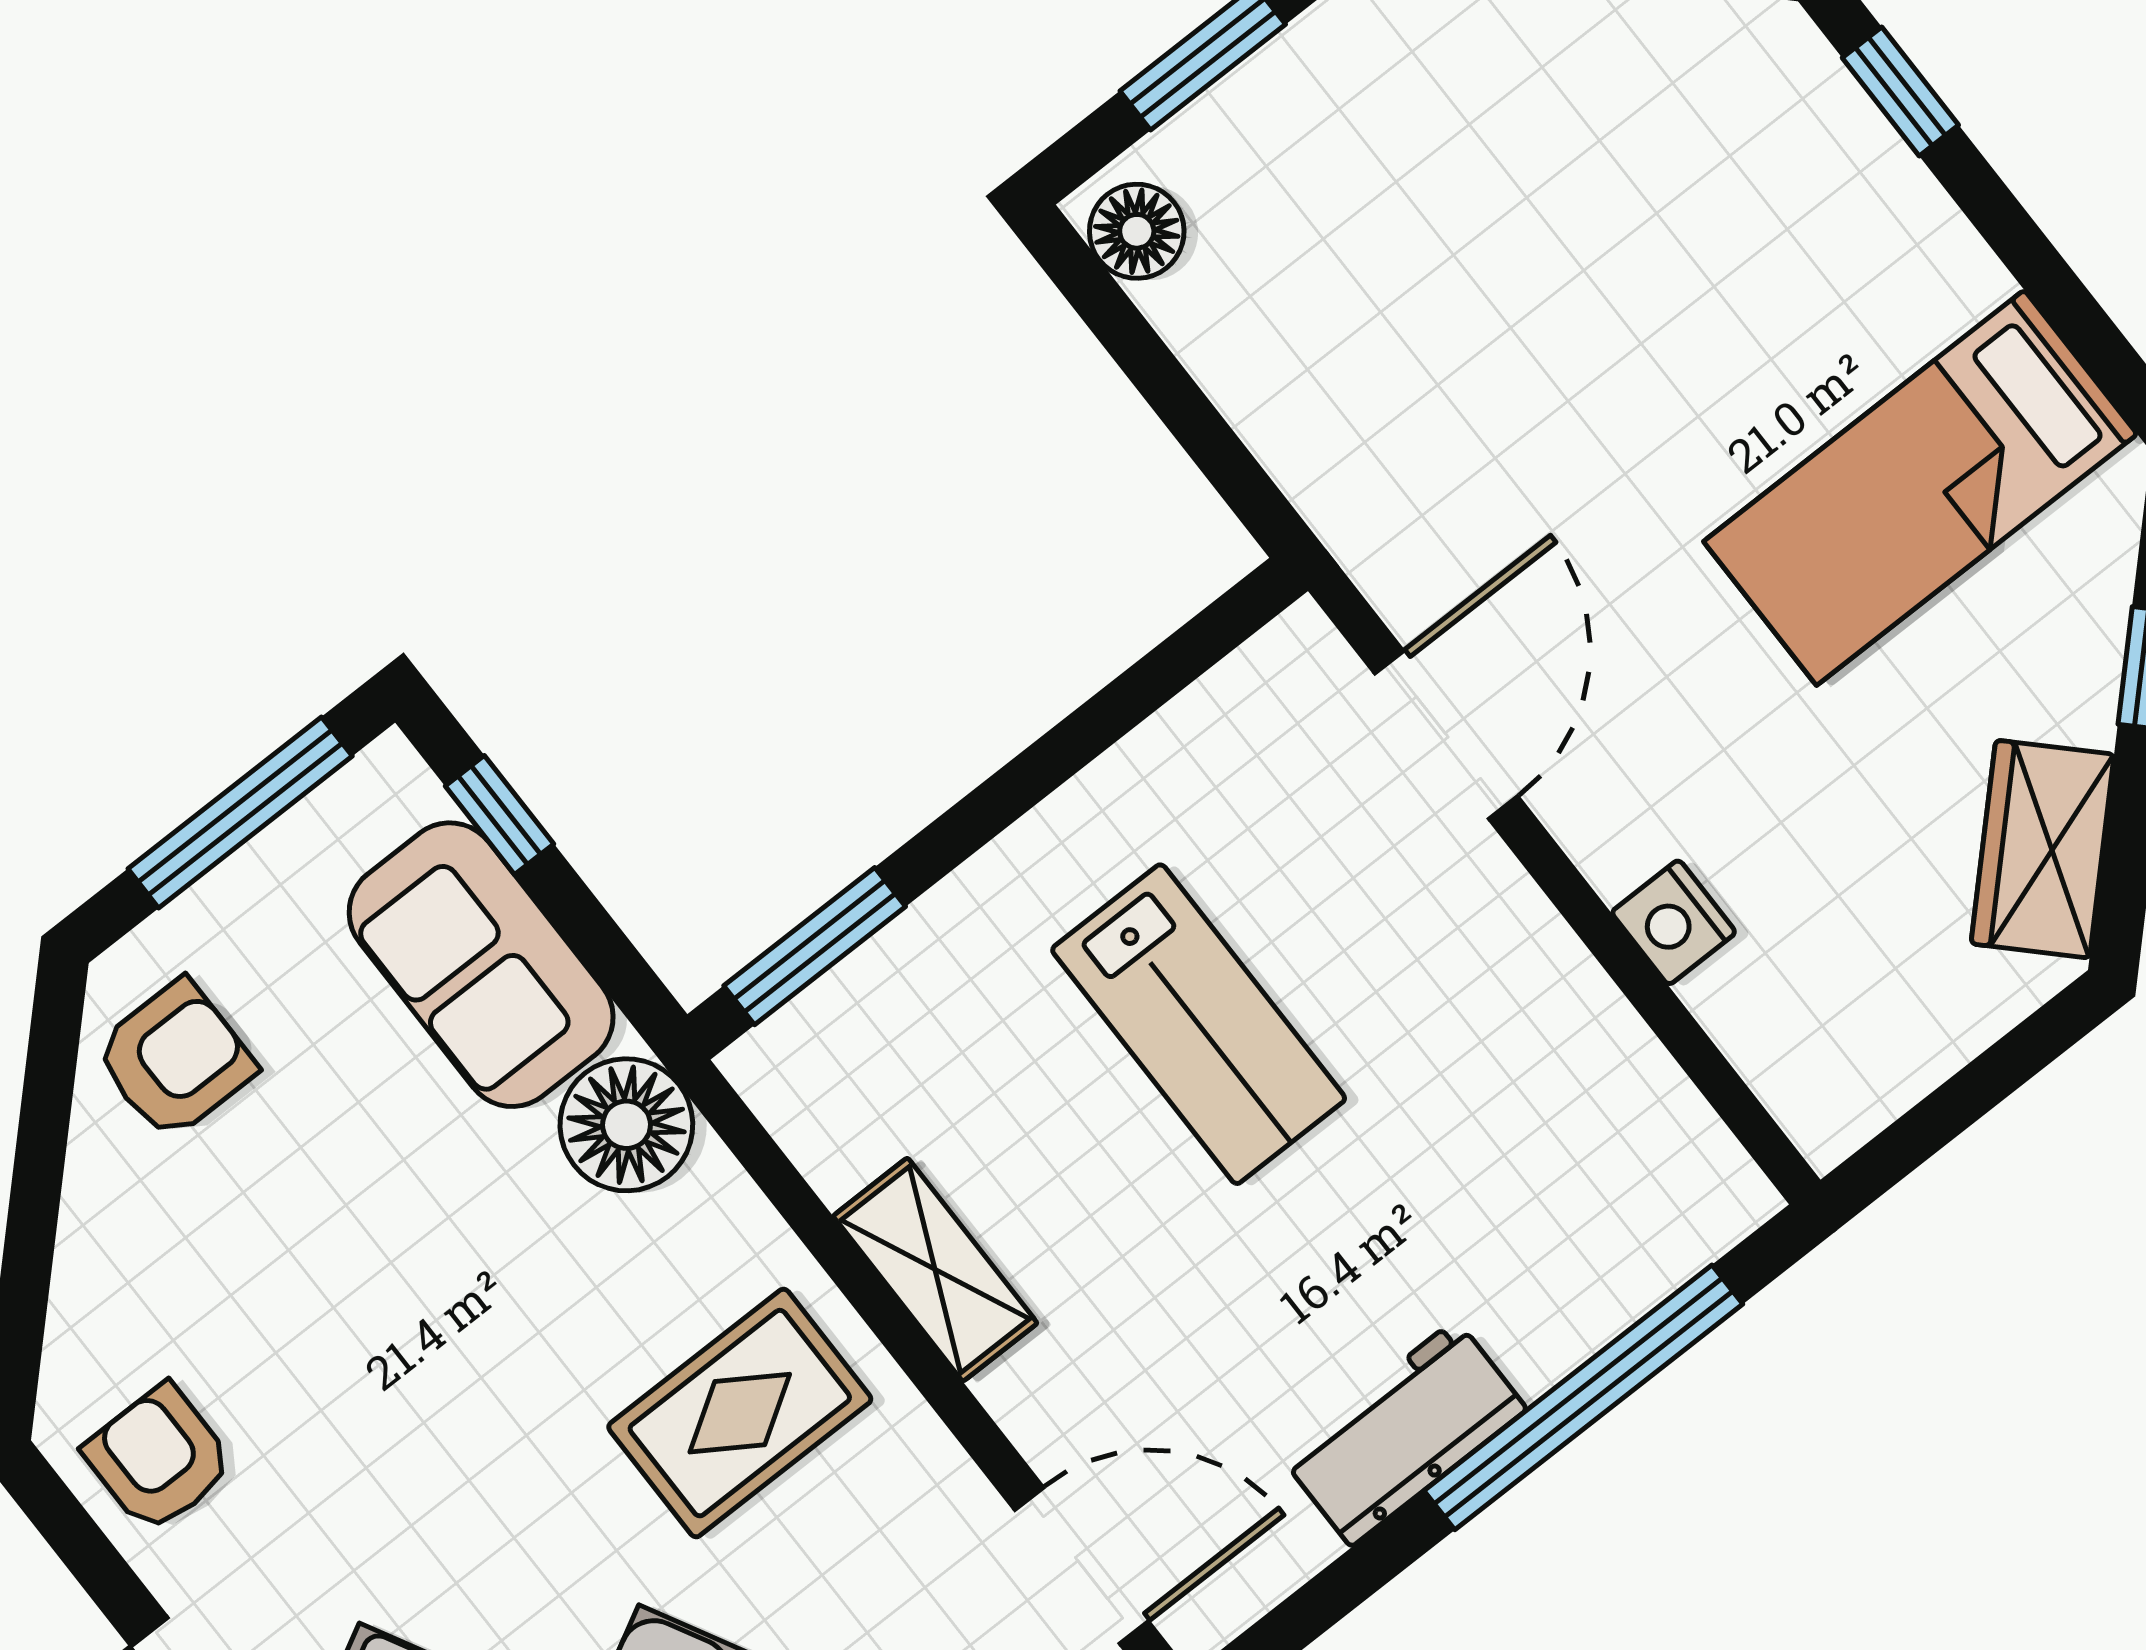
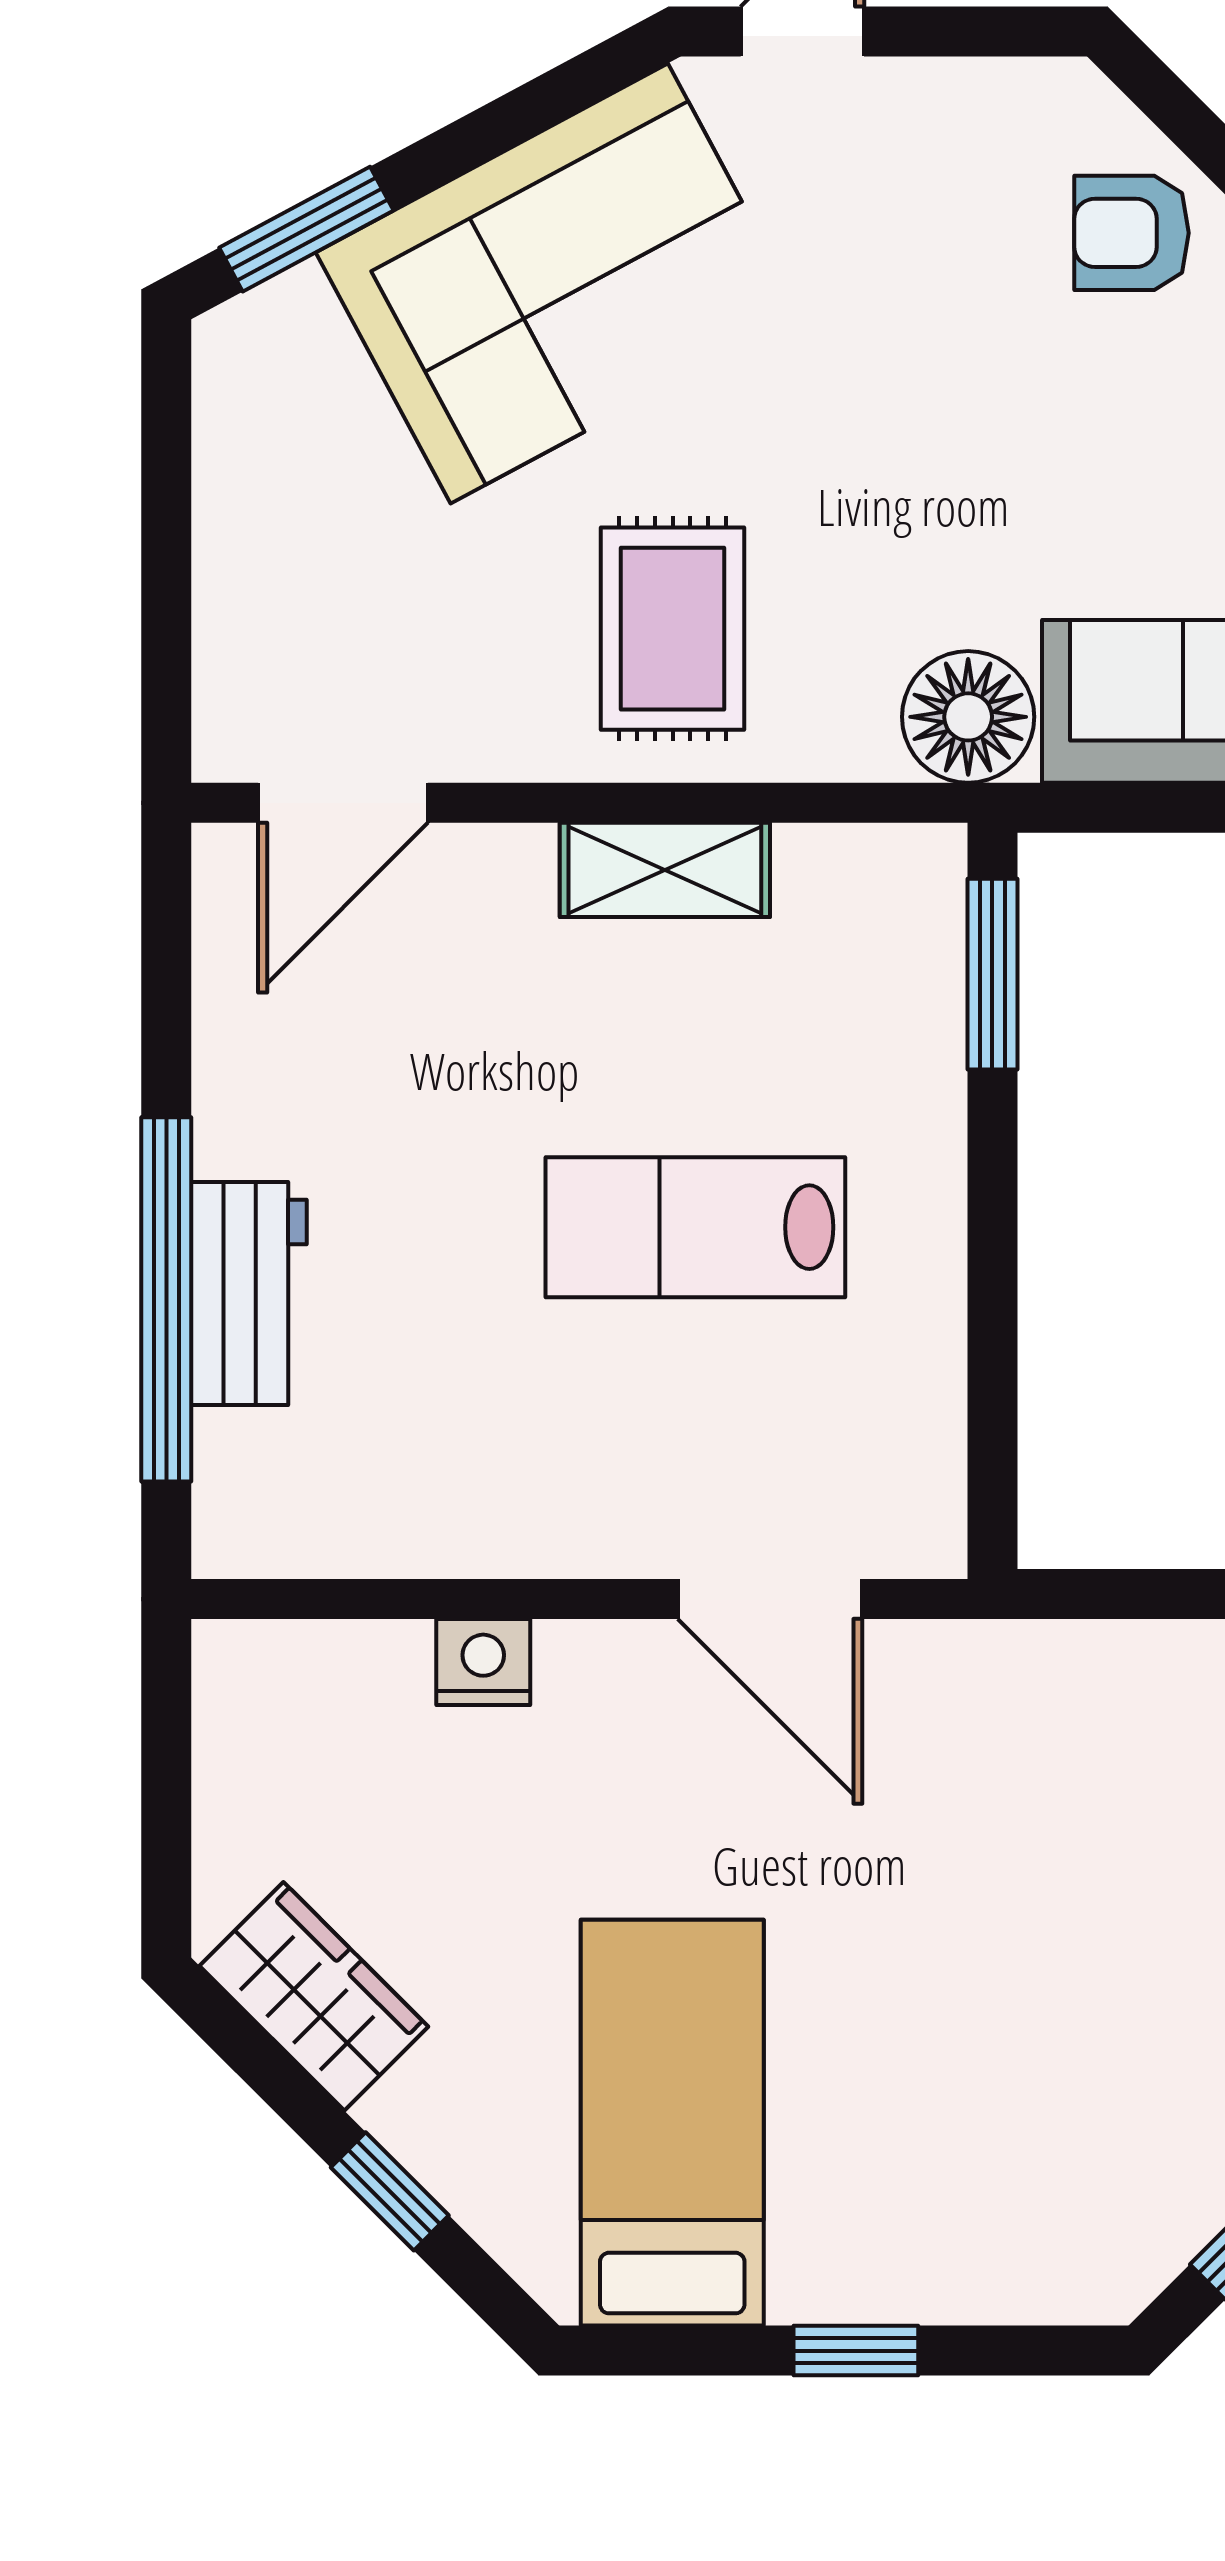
window: (1900, 91) -> (856, 2351), moved
workbench: (1404, 1433) -> (249, 1294), moved
armchair: (159, 1458) -> (1132, 233), moved, turned 180

